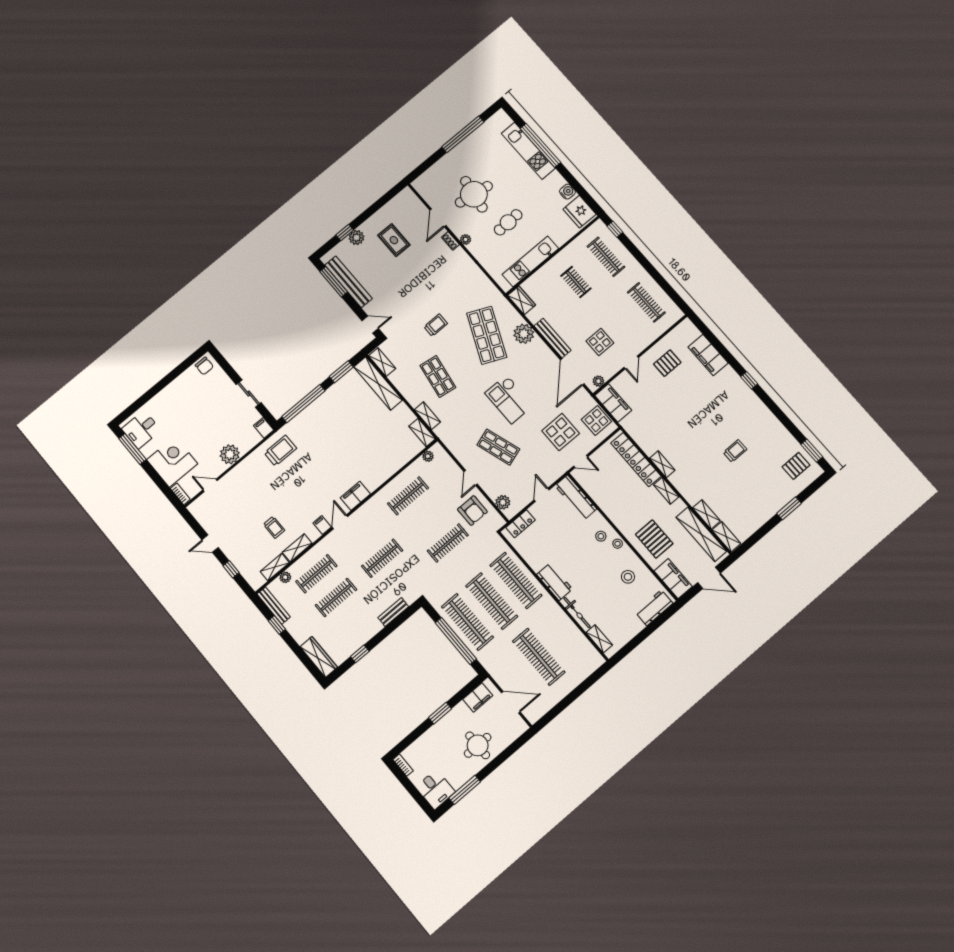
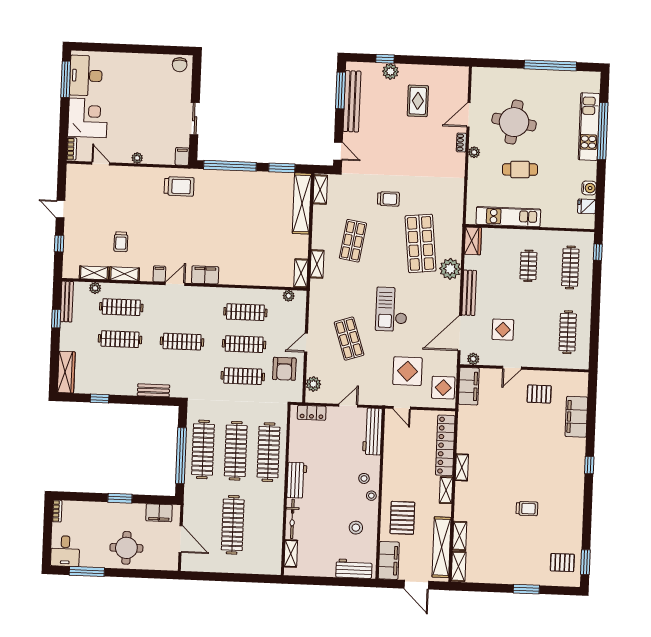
fridge: (580, 212) -> (587, 206), width x0.53, depth x0.75
shop shelf: (487, 335) -> (420, 243), turned -30
desk: (141, 429) -> (86, 76), width x1.37
plant: (230, 454) -> (137, 158), width x0.53, depth x0.53
clothes rail: (428, 519) -> (244, 344), added

